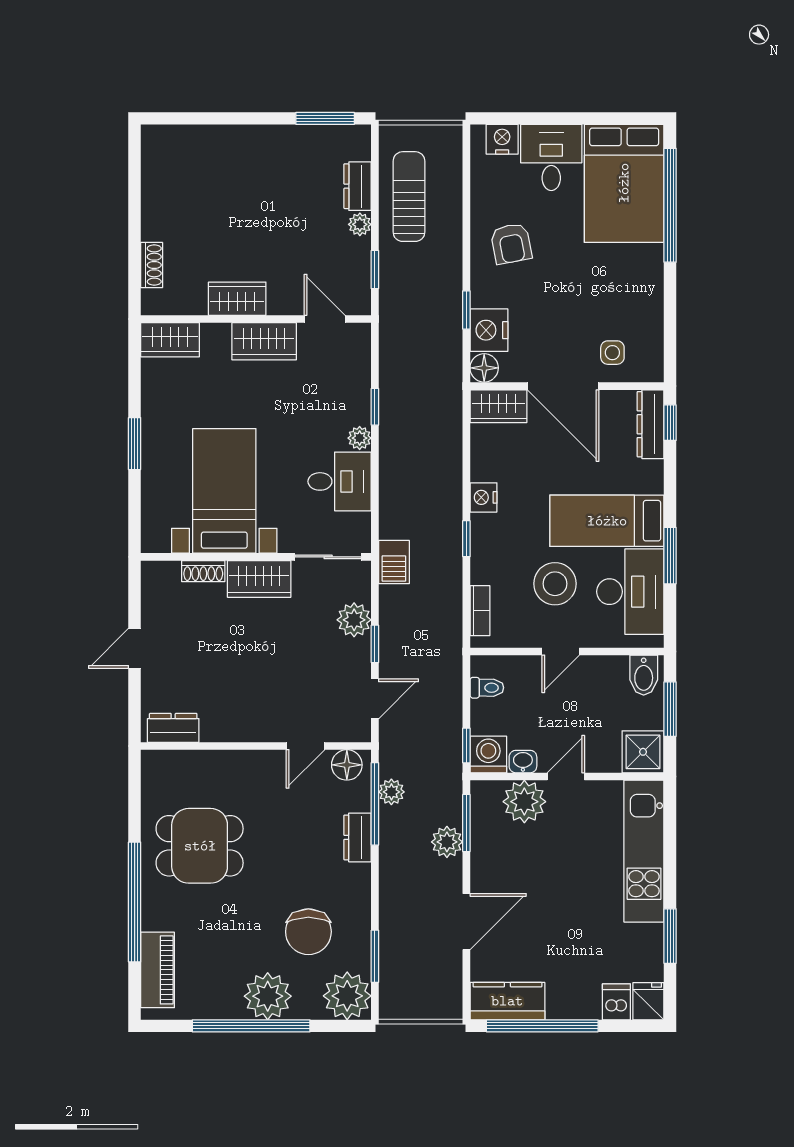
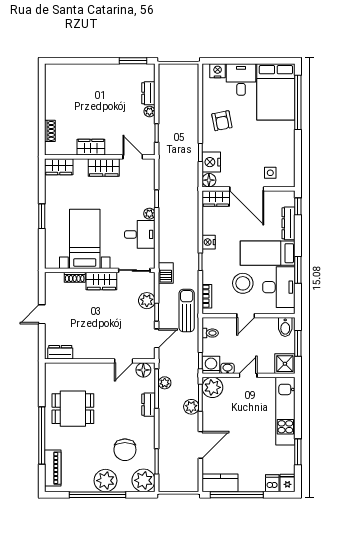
sun lounger: (409, 197) -> (187, 311), moved
dresser: (650, 424) -> (289, 223), moved
plant: (524, 802) -> (212, 387), moved

